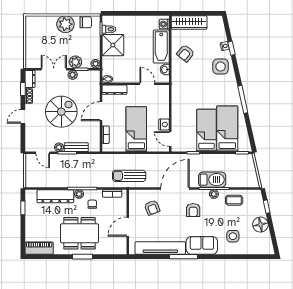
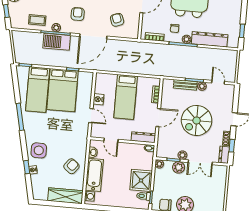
bed: (206, 130) -> (62, 90), width x1.50
door: (170, 139) -> (91, 116), moved
sun lounger: (129, 176) -> (137, 53), removed

